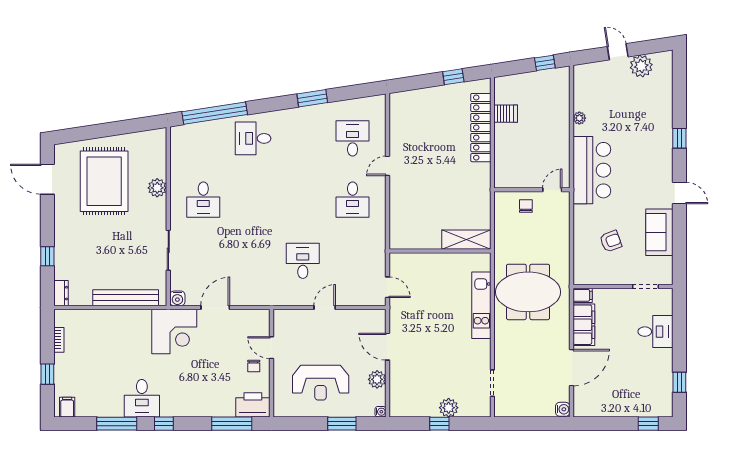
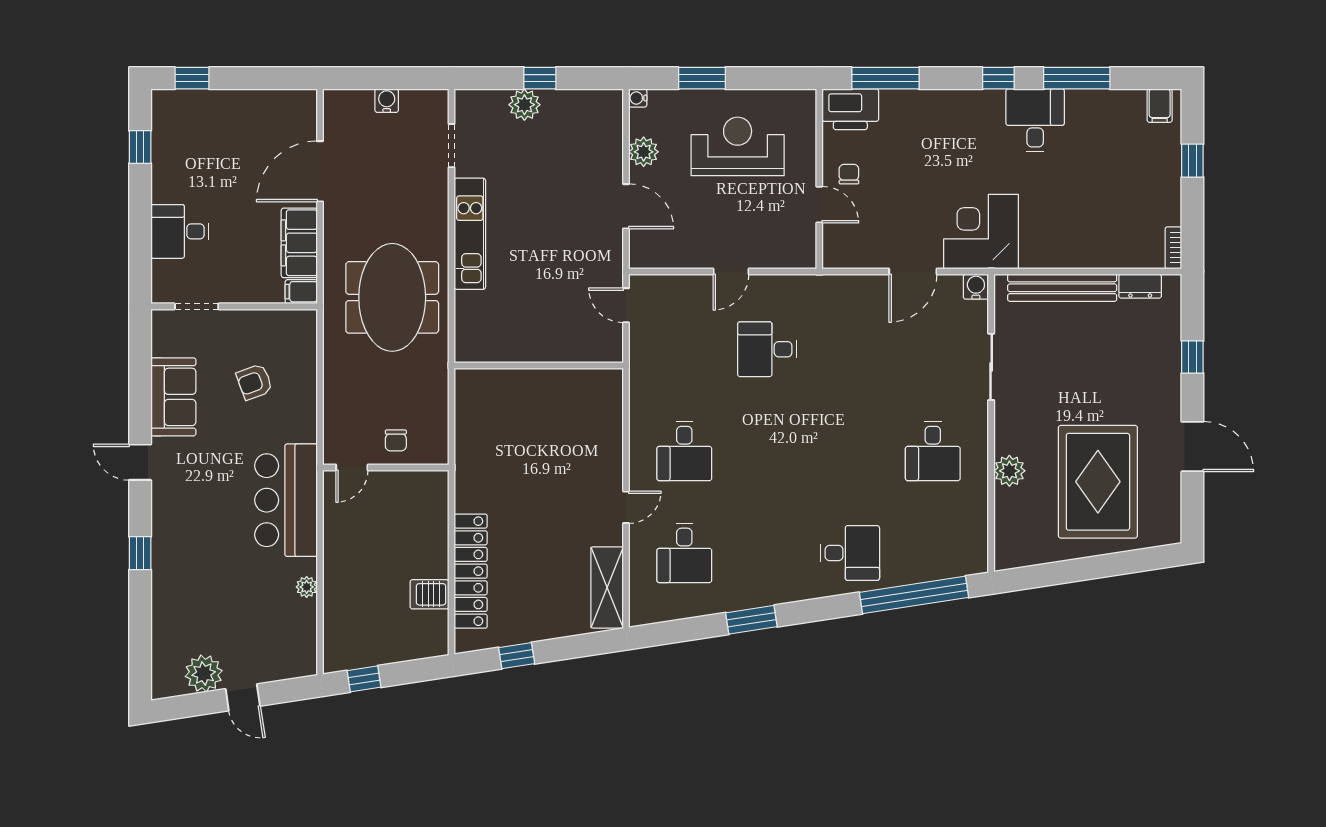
door: (47, 179) -> (1192, 447), moved
desk: (203, 200) -> (933, 451), turned 180
desk: (353, 200) -> (684, 451), turned 180
shelving: (466, 240) -> (607, 587), moved, turned 90
desk: (303, 261) -> (767, 349), turned 90
meeting table: (528, 292) -> (392, 297), turned 90
dresser: (61, 293) -> (1140, 286), moved, turned -90
kitchen unit: (481, 305) -> (470, 234), moved
bookcase: (59, 340) -> (1173, 248), moved
water cooler: (563, 409) -> (387, 101), moved, turned 90

